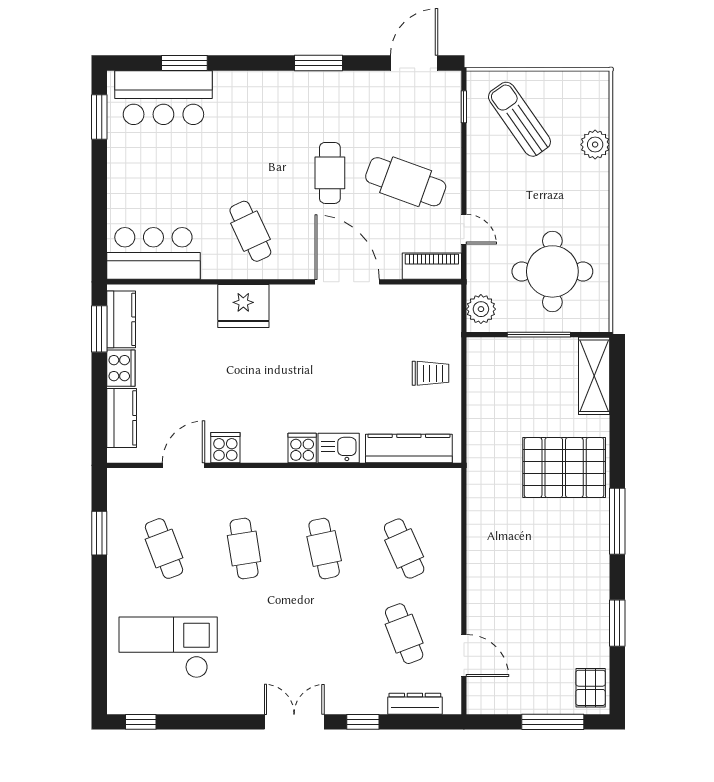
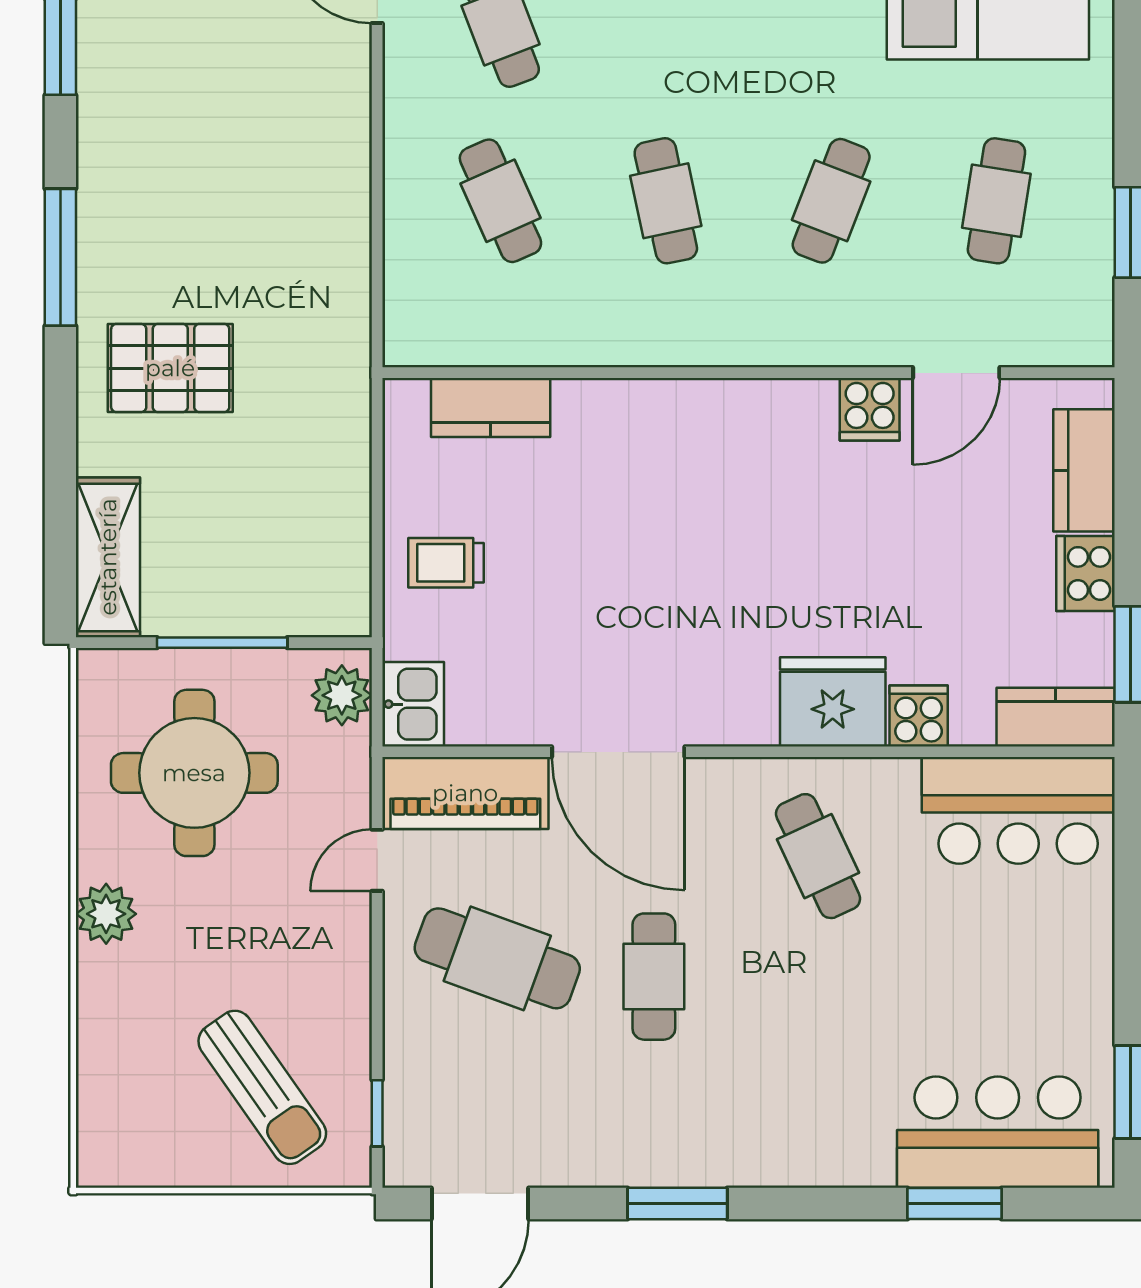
plant: (595, 145) -> (106, 914), moved
door: (464, 229) -> (377, 860), hinge flipped
piano: (432, 266) -> (465, 793), width x1.37, depth x1.33
kitchen counter: (121, 319) -> (1056, 717), moved, turned 90
cooker: (302, 448) -> (919, 716), moved, turned 180
kitchen sink: (339, 448) -> (413, 704), moved, turned -90
kitchen counter: (409, 448) -> (491, 408), width x0.67
pallet: (564, 468) -> (170, 368), width x0.73, depth x0.71
cafe table: (164, 549) -> (996, 201), turned 30
cafe table: (244, 549) -> (831, 201), turned 30

